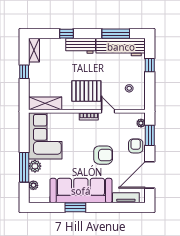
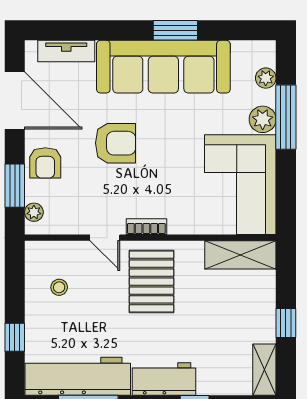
pallet: (86, 91) -> (152, 282), turned 90
armchair: (103, 155) -> (115, 143), turned 180
door: (150, 175) -> (15, 100), hinge flipped

